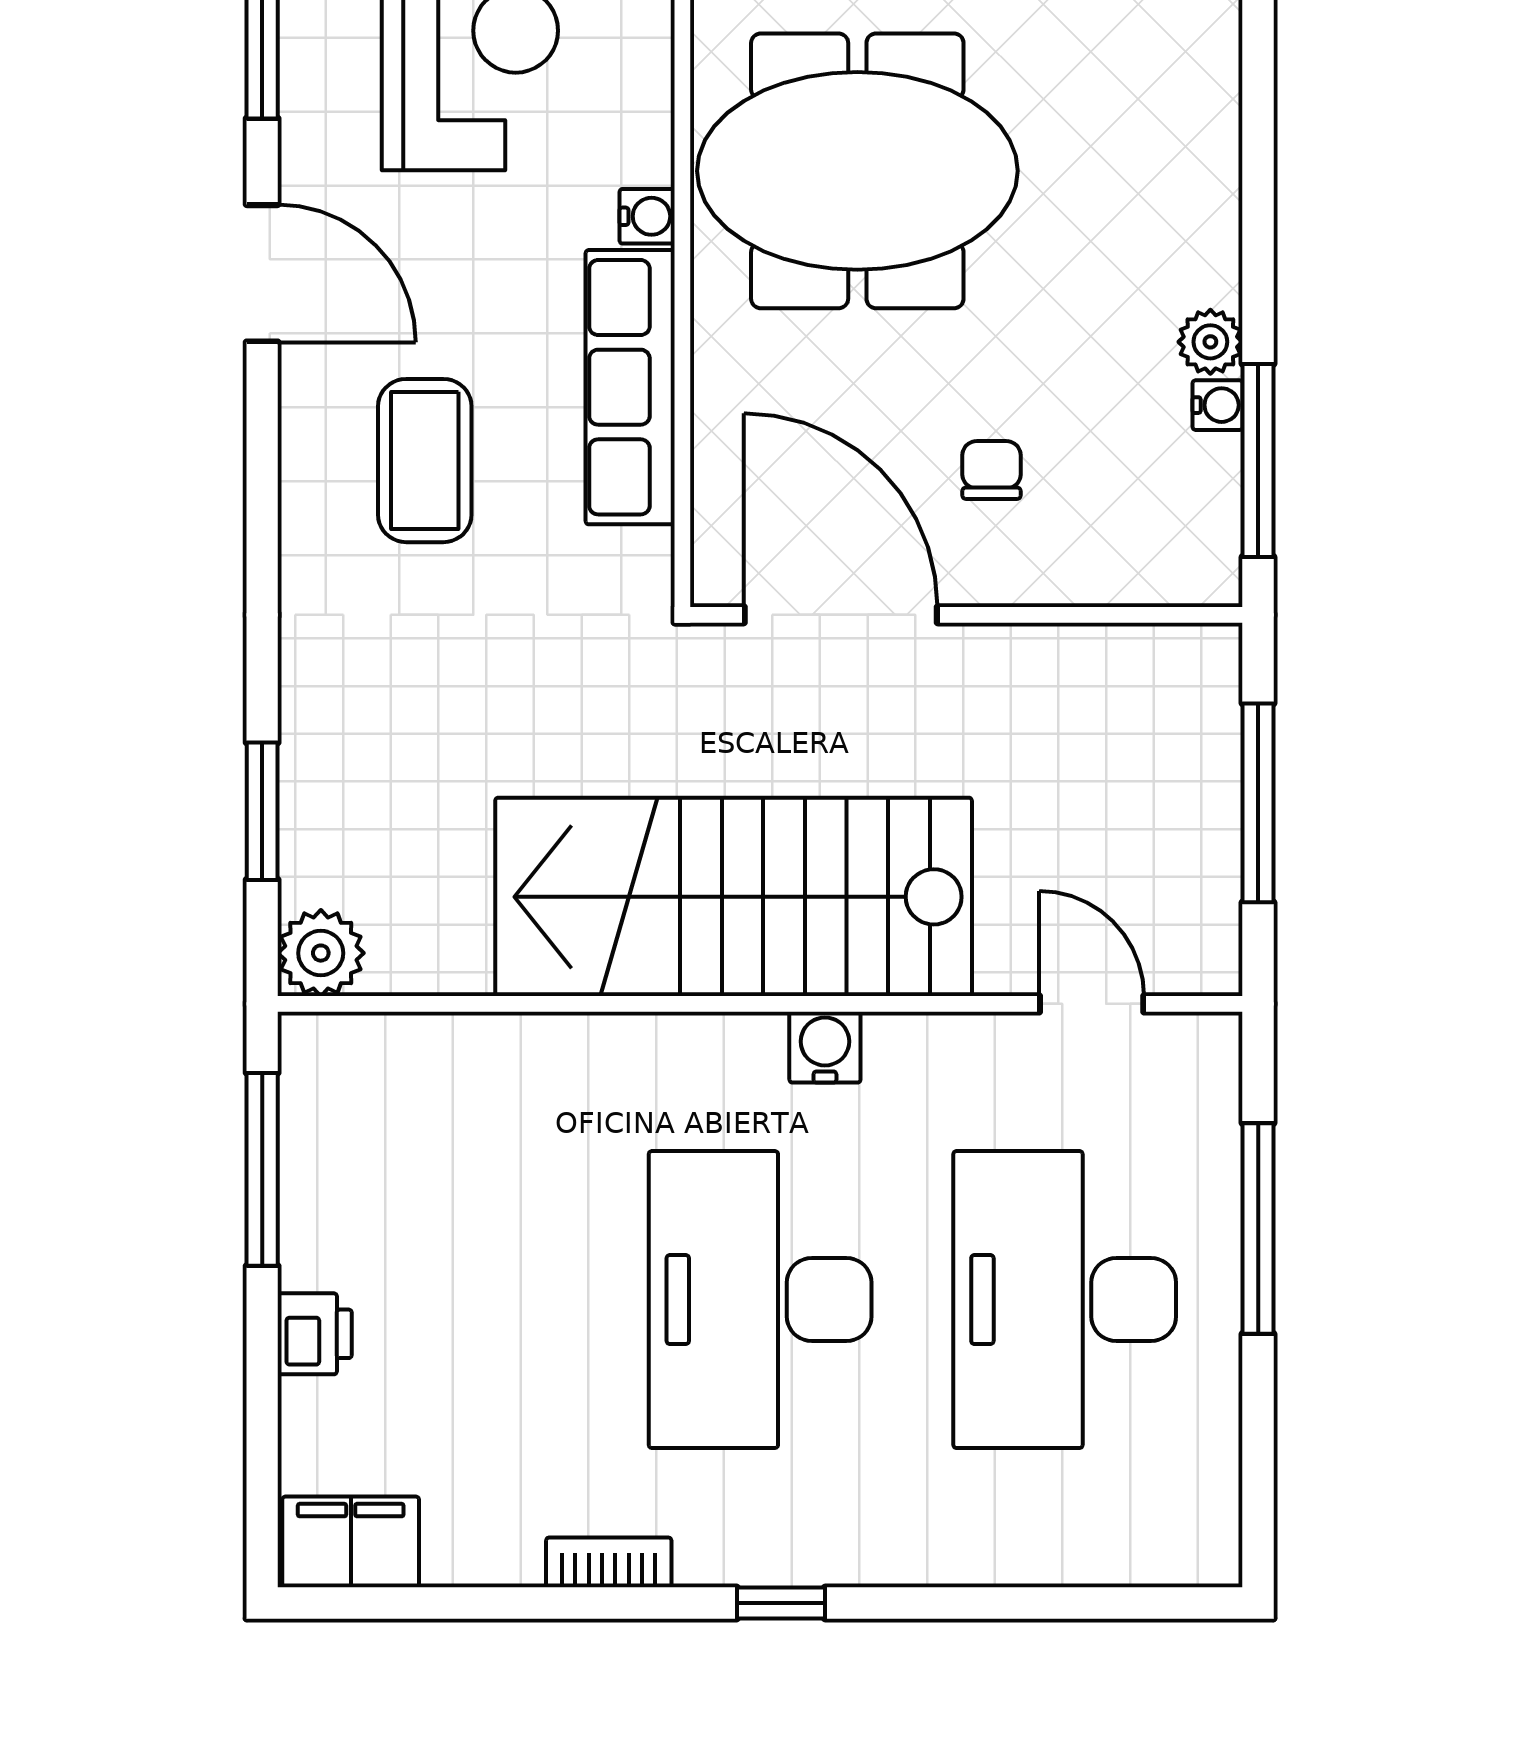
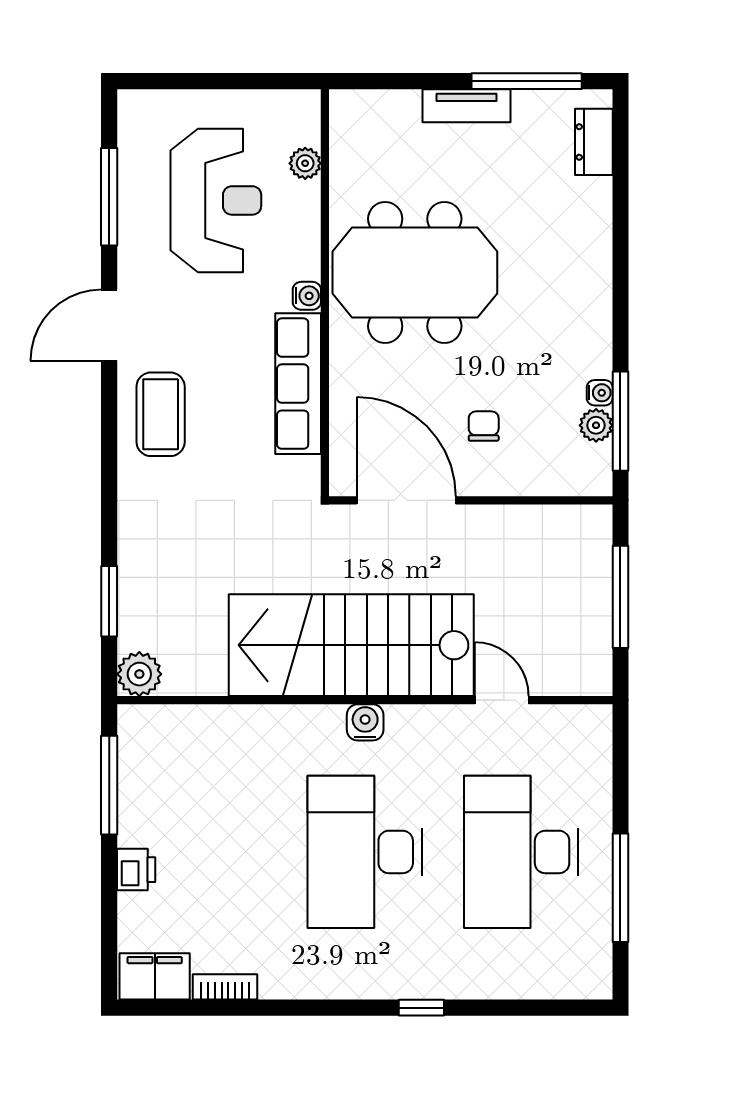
door: (262, 273) -> (109, 325), swing flipped
plant: (1210, 342) -> (596, 425), moved
coffee table: (425, 461) -> (161, 414), moved
door: (1092, 1004) -> (502, 700), moved
water cooler: (825, 1047) -> (365, 722), moved
window: (1258, 1229) -> (620, 888), moved
bookcase: (609, 1562) -> (225, 987), moved
window: (781, 1603) -> (421, 1008), moved

